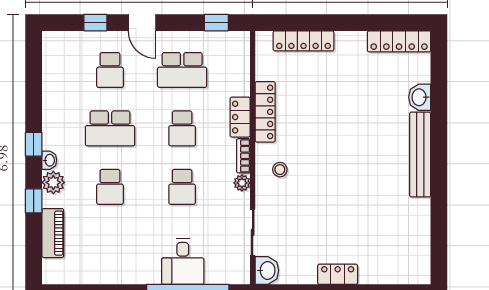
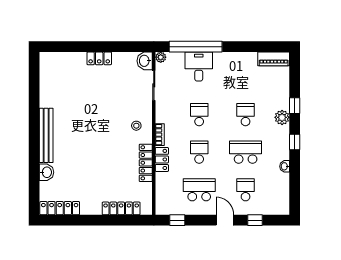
washbasin: (49, 160) -> (285, 166), moved
plant: (242, 183) -> (161, 57), moved
piano: (53, 233) -> (274, 59), moved, turned -90

